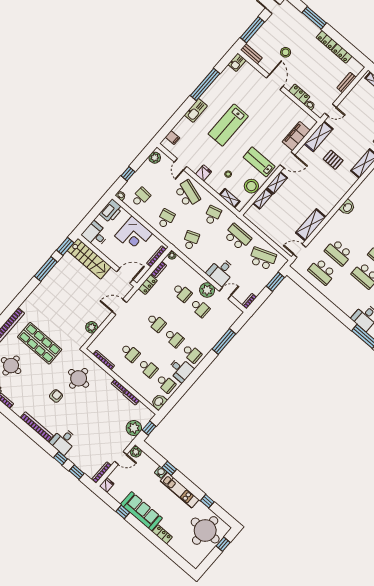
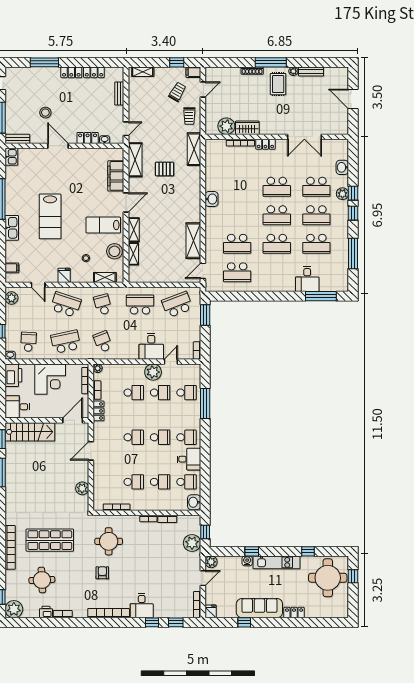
school desk: (166, 219) -> (66, 342), width x1.85
school desk: (218, 323) -> (187, 393), added

